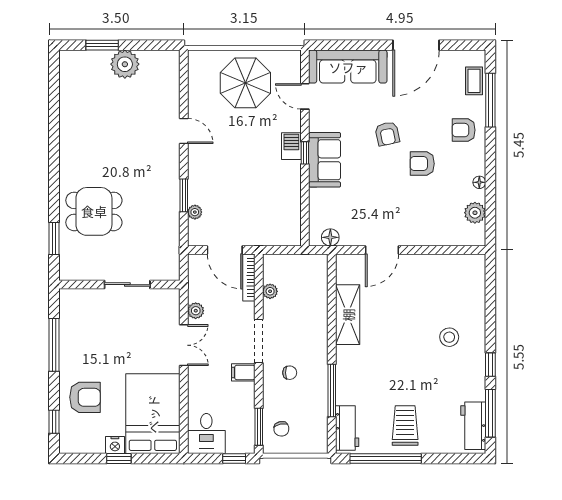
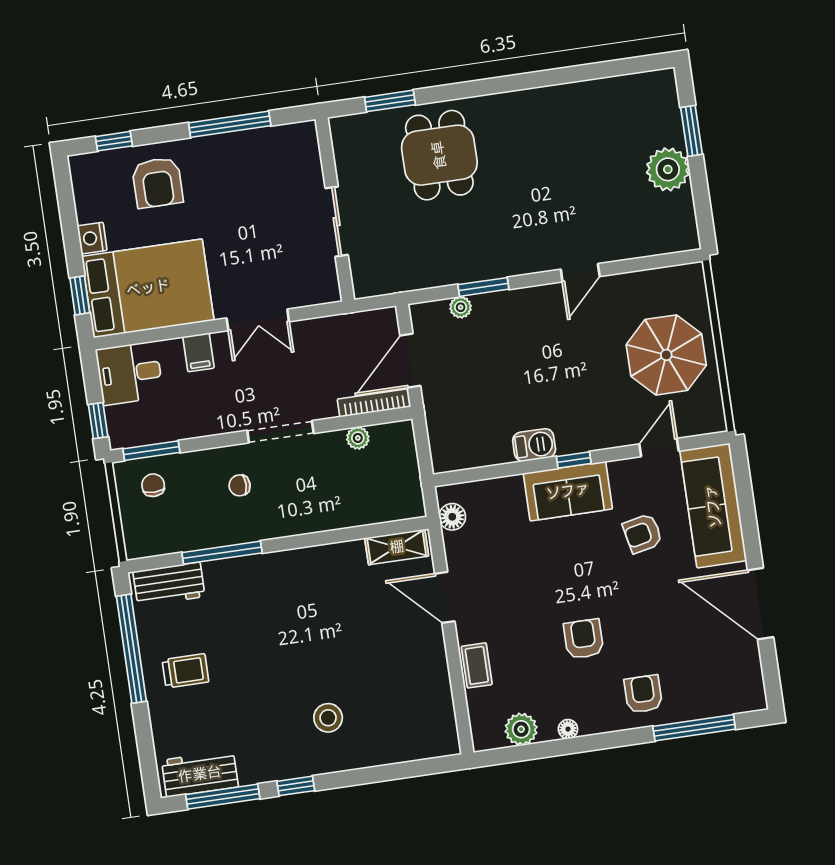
coffee table: (474, 81) -> (477, 665), moved, turned 90
armchair: (387, 134) -> (643, 533), moved
barbecue: (291, 146) -> (534, 445), moved
plant: (196, 311) -> (312, 330), removed
shelving: (348, 315) -> (397, 547), moved, width x0.67, depth x0.75
filing cabinet: (243, 372) -> (198, 352), moved, turned 180
chair: (290, 373) -> (240, 485), turned 90
trolley: (405, 425) -> (185, 671), width x0.73, depth x0.72
chair: (281, 429) -> (153, 485), turned 102
window: (119, 459) -> (80, 295), moved

